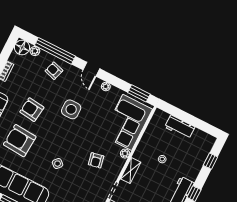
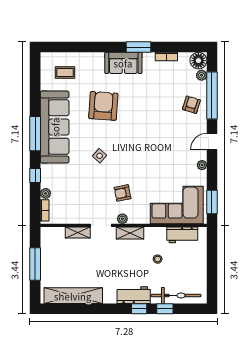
side table: (71, 109) -> (161, 142), removed
armchair: (32, 110) -> (141, 102), removed
workbench: (180, 127) -> (182, 235), moved, turned -90
plant: (125, 154) -> (122, 219), moved
bicycle: (198, 159) -> (176, 295), added
window: (210, 161) -> (165, 309), moved

